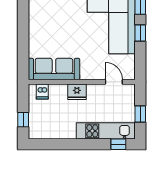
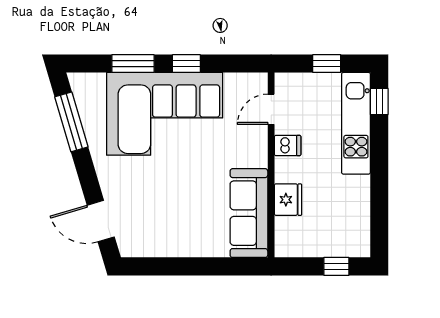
dishwasher: (42, 91) -> (288, 146), moved
fridge: (77, 92) -> (288, 200), moved

